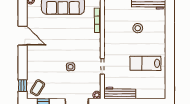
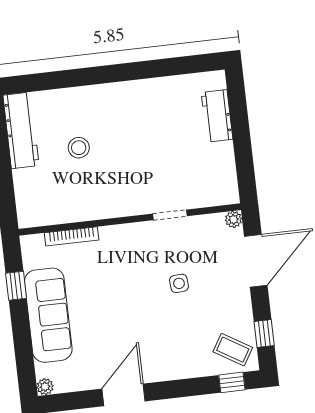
lab bench: (145, 63) -> (153, 122), removed
workbench: (120, 93) -> (217, 116), moved, width x0.73

